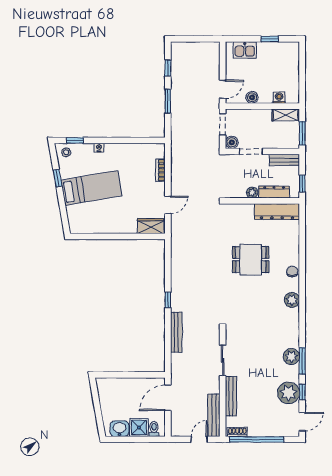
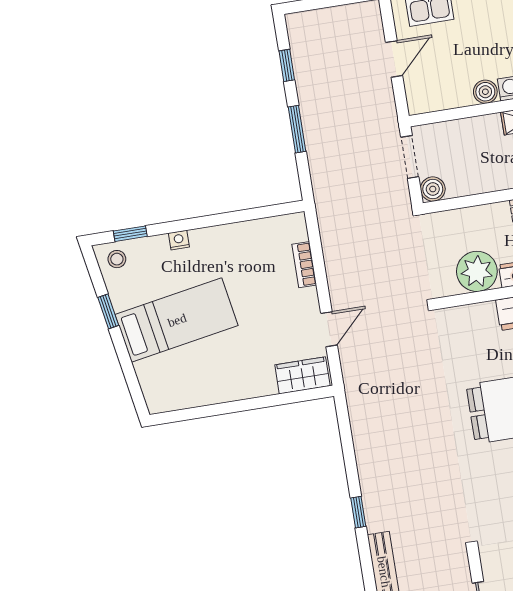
door: (223, 89) -> (394, 59), moved
boiler: (252, 97) -> (485, 92), moved
doorway: (251, 151) -> (473, 200), removed
plant: (252, 193) -> (477, 271), width x1.88, depth x1.88

